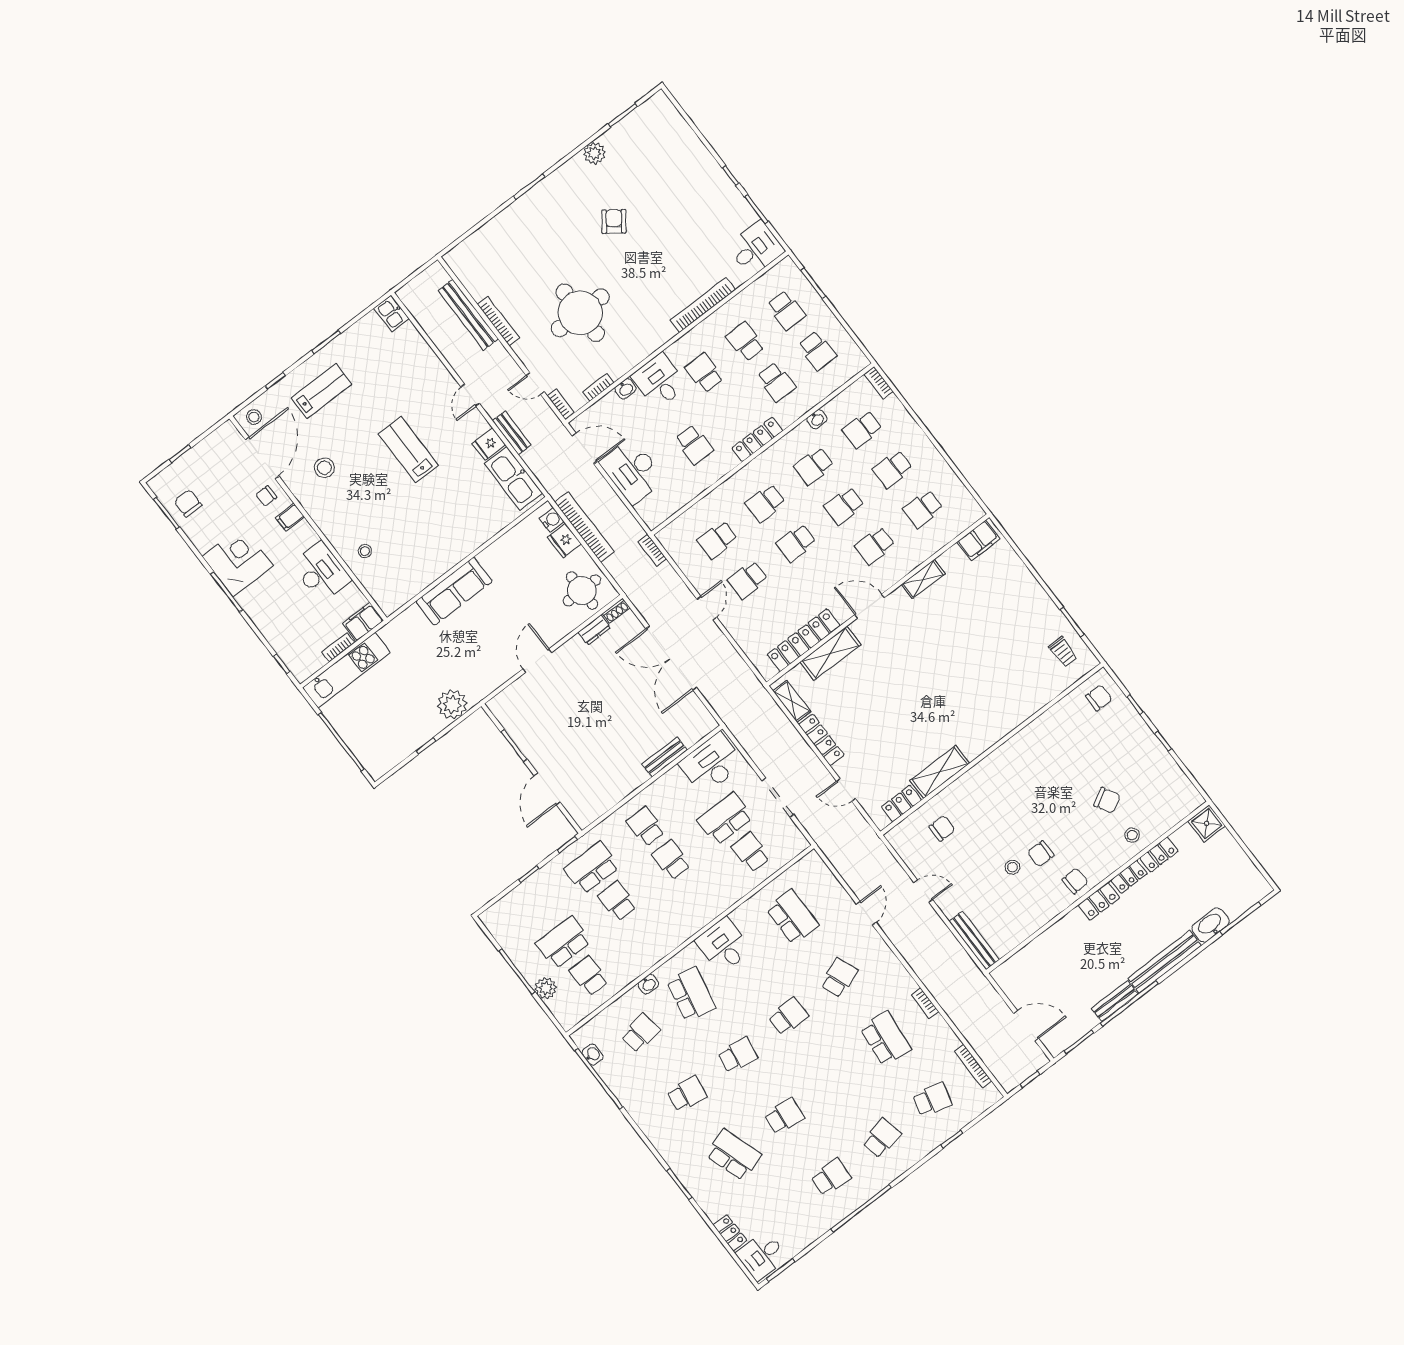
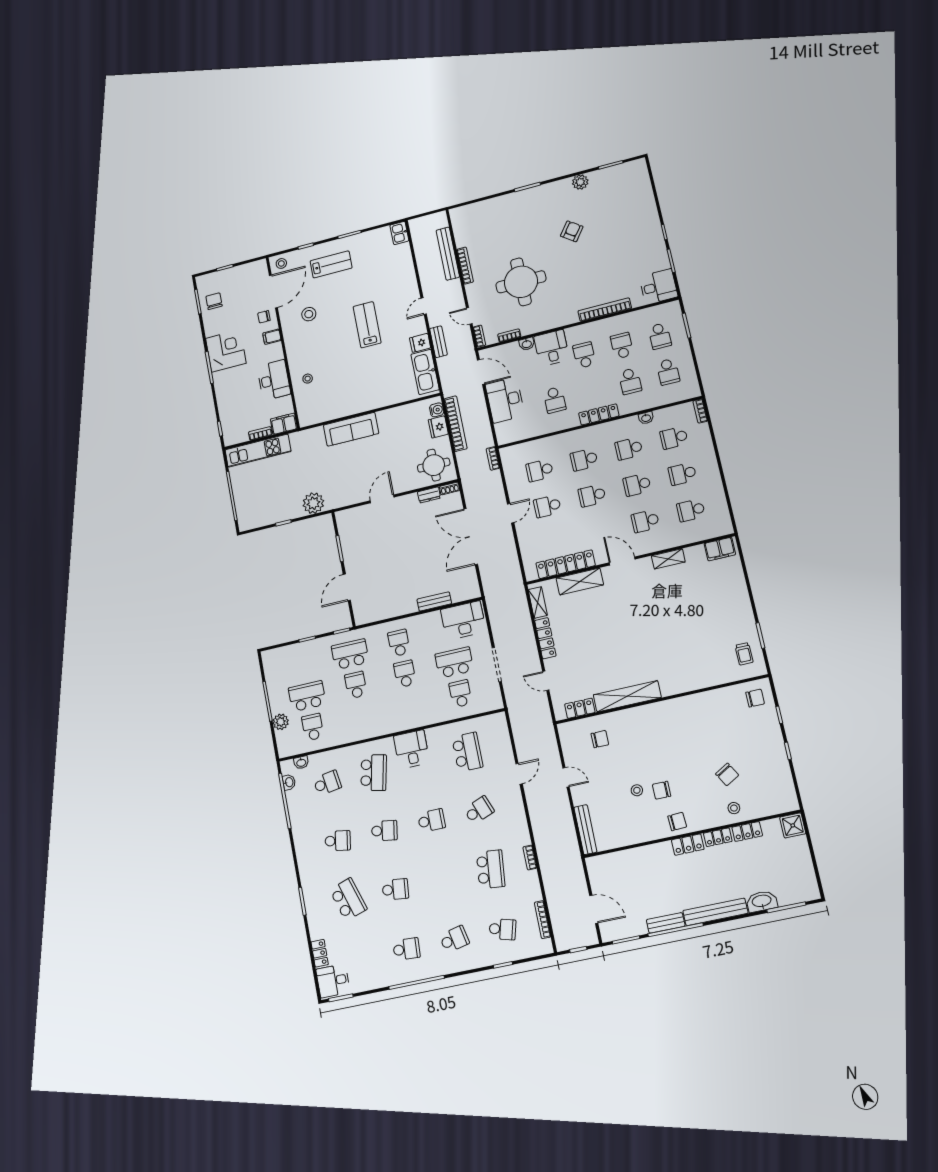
shelving: (940, 772) -> (627, 696), width x1.47
washbasin: (648, 984) -> (301, 763), moved

